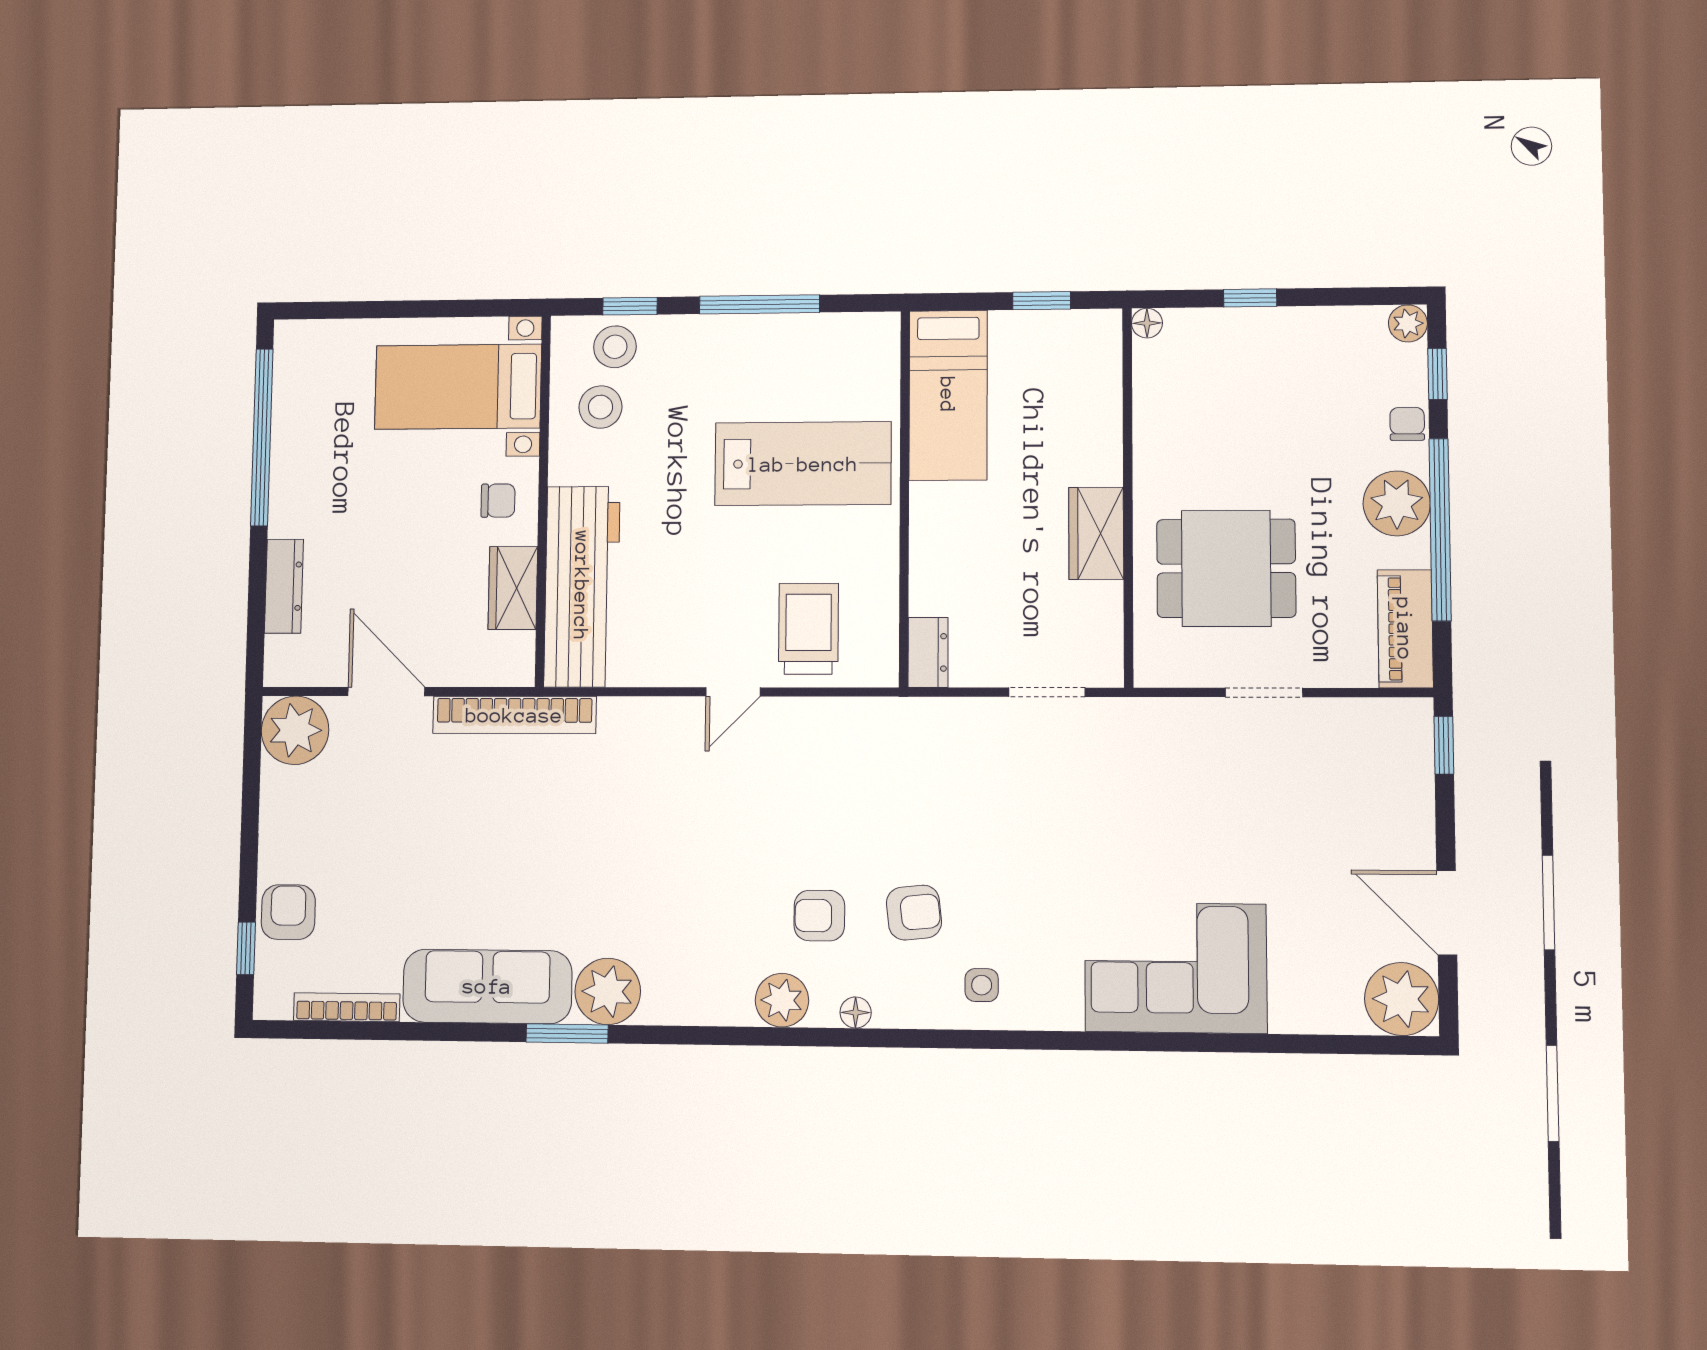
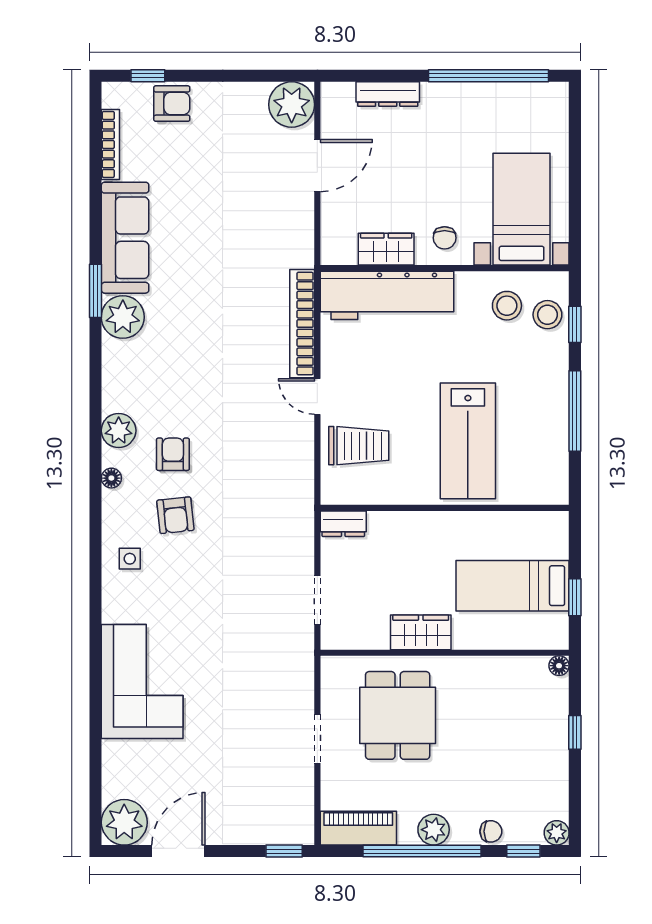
bed: (948, 395) -> (512, 586), moved
plant: (1397, 503) -> (434, 830), width x0.73, depth x0.73
bookcase: (514, 715) -> (302, 324), moved

